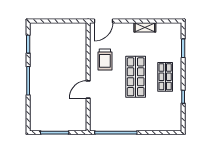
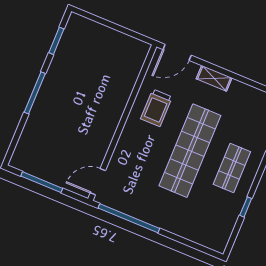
shelving: (145, 27) -> (214, 78), moved
shop shelf: (136, 77) -> (190, 151), width x1.40
door: (88, 89) -> (98, 182), moved

